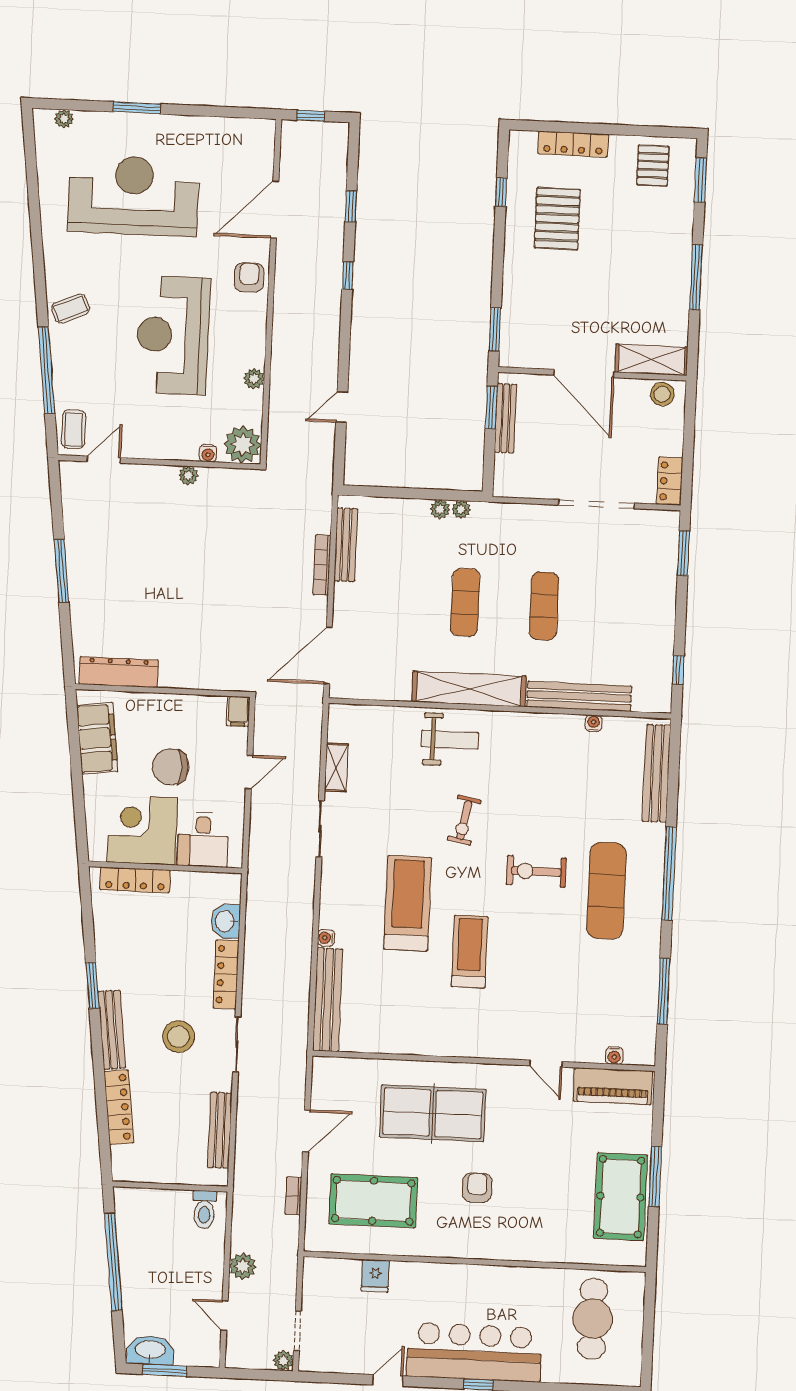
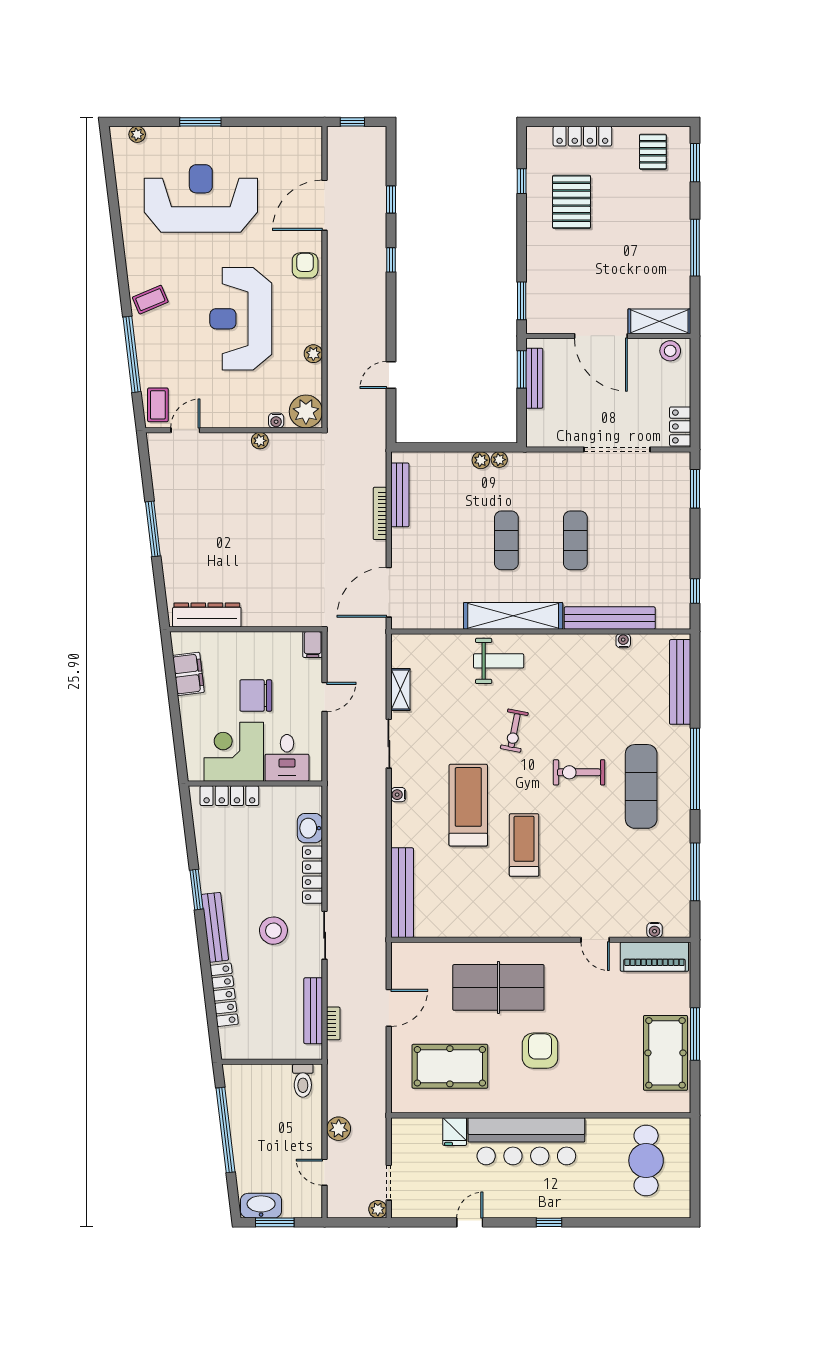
filing cabinet: (97, 738) -> (188, 674), width x0.67, depth x0.86
water cooler: (326, 938) -> (398, 795), moved
armchair: (477, 1188) -> (540, 1051), width x1.38, depth x1.38
bookcase: (293, 1196) -> (333, 1023), moved, turned 180
bar counter: (474, 1352) -> (526, 1141), moved, turned 180

